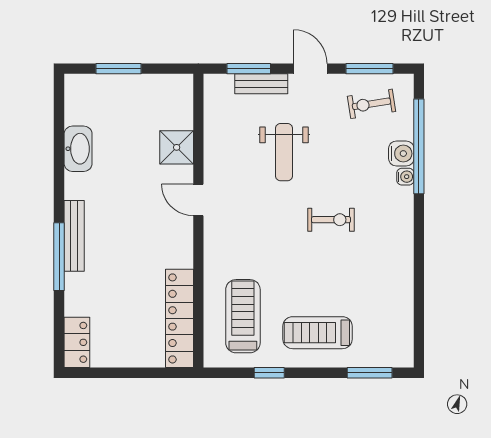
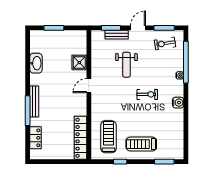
door: (310, 69) -> (138, 28), hinge flipped
water cooler: (401, 154) -> (178, 103), moved
door: (198, 200) -> (89, 86), hinge flipped
locker: (77, 342) -> (36, 138), moved

